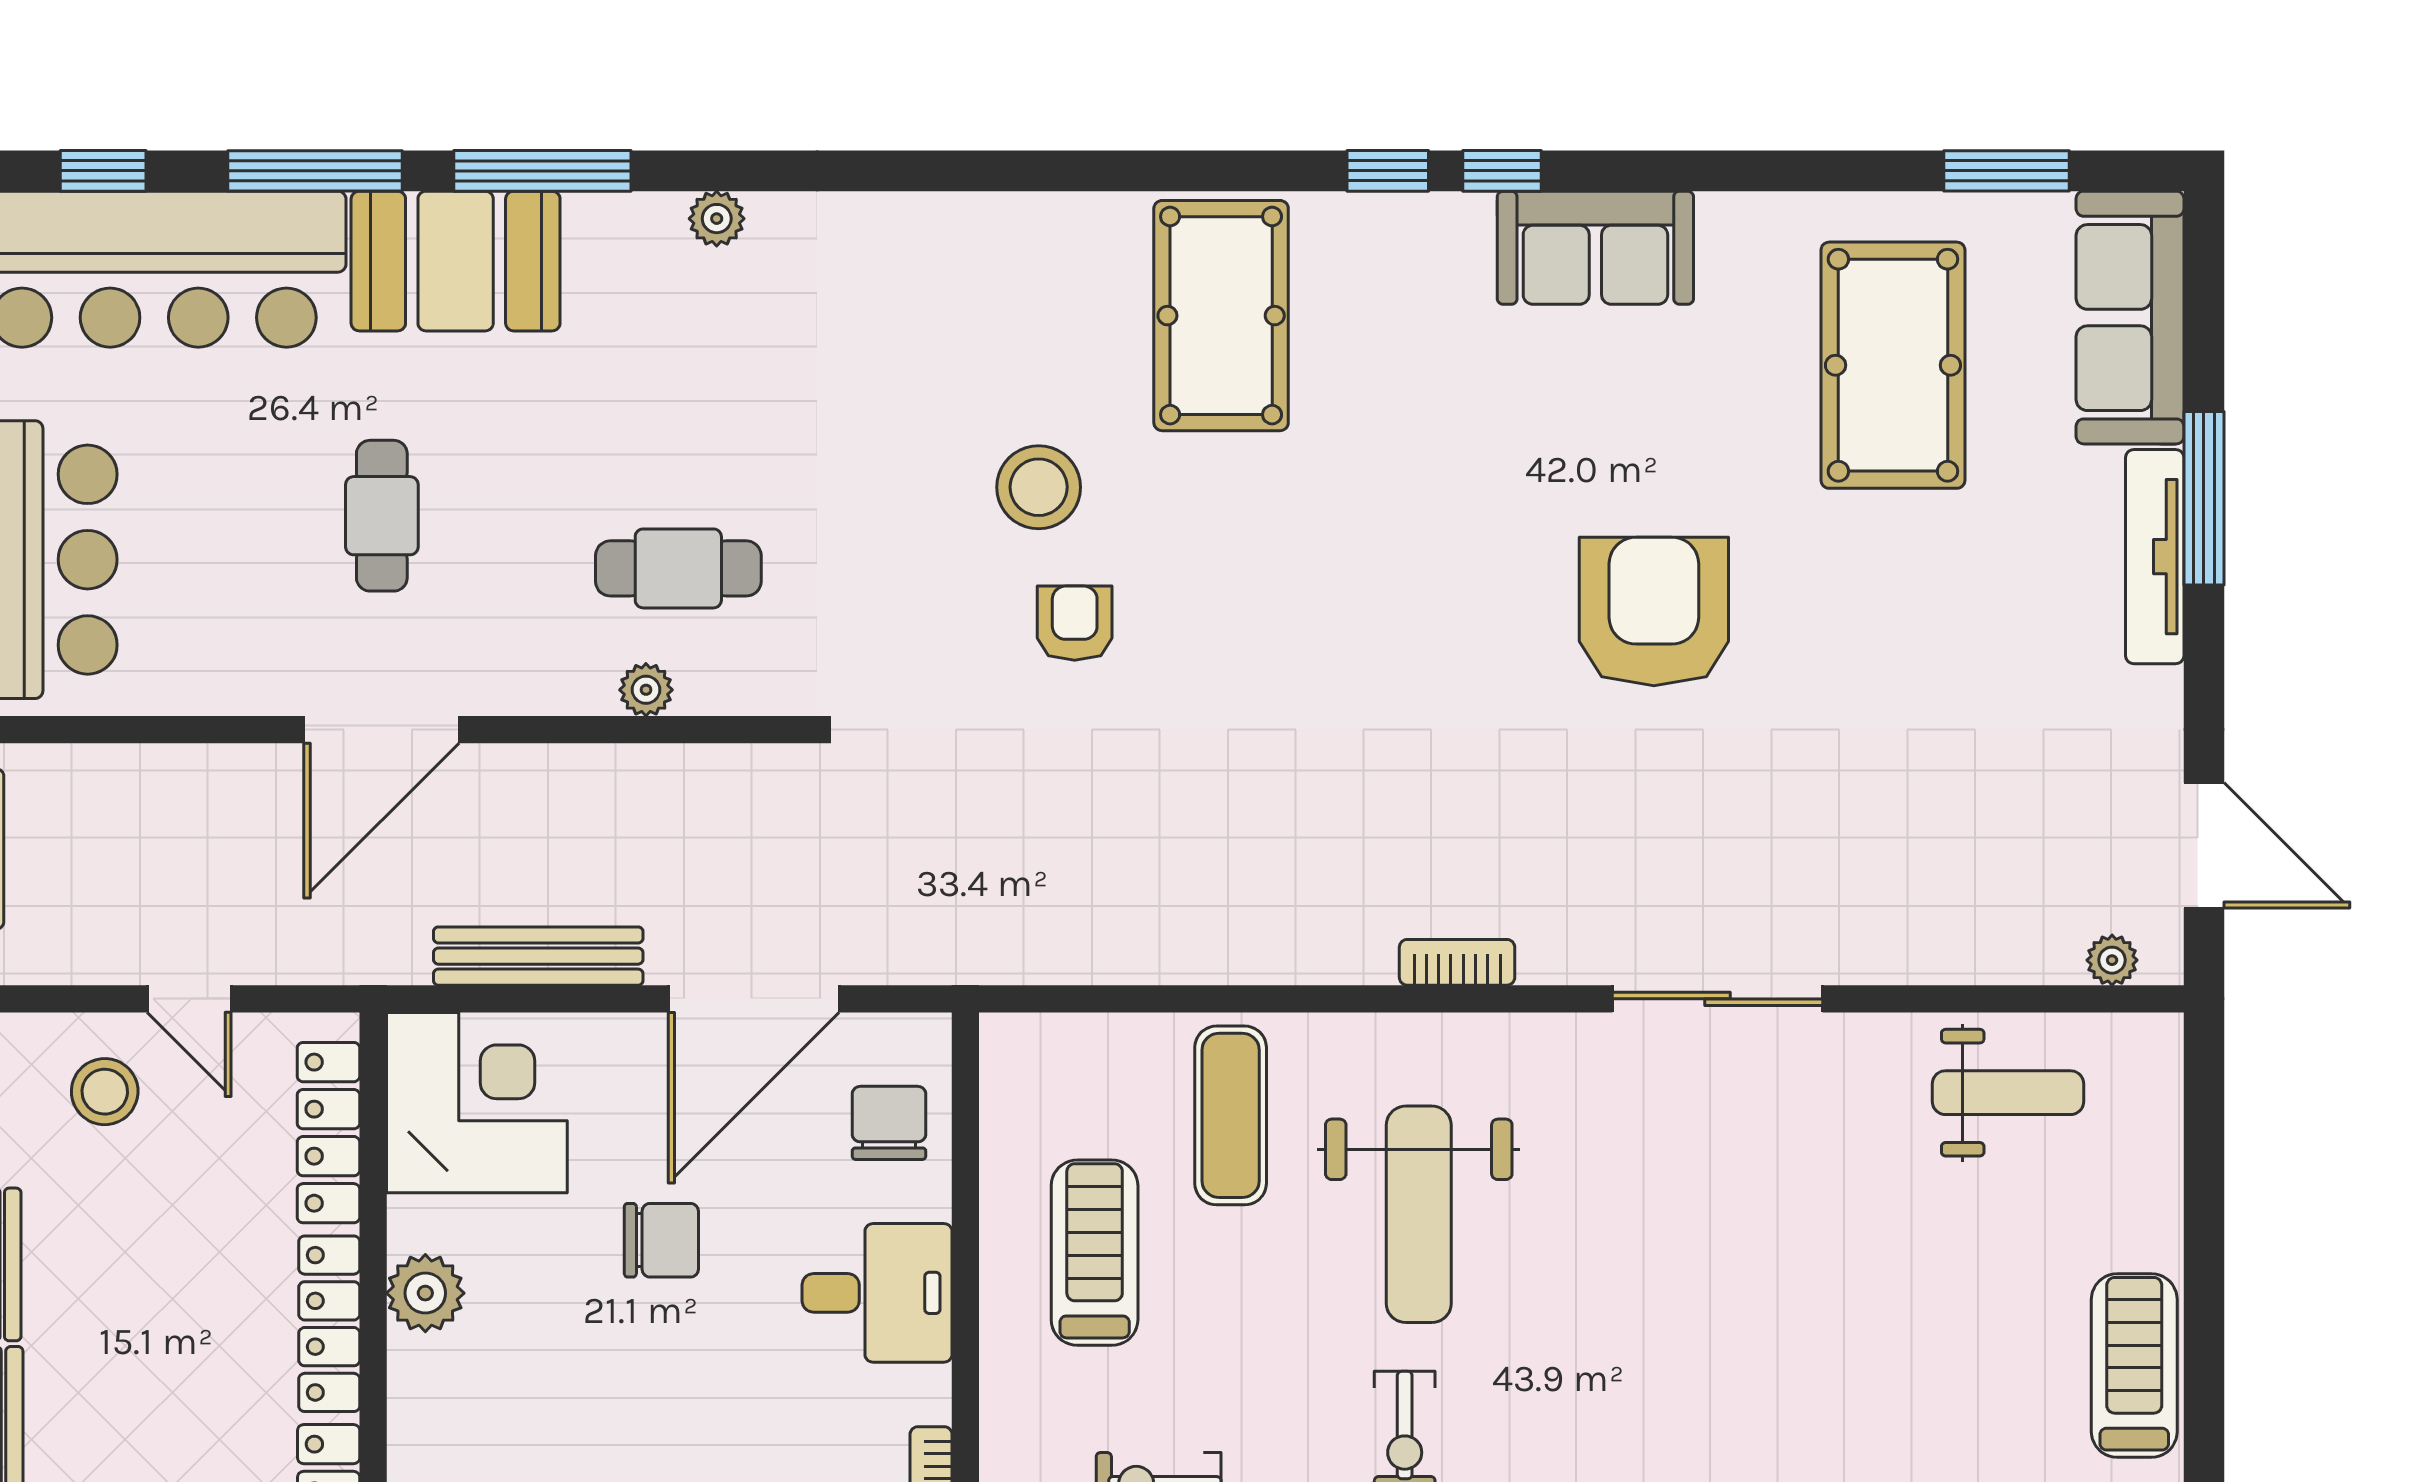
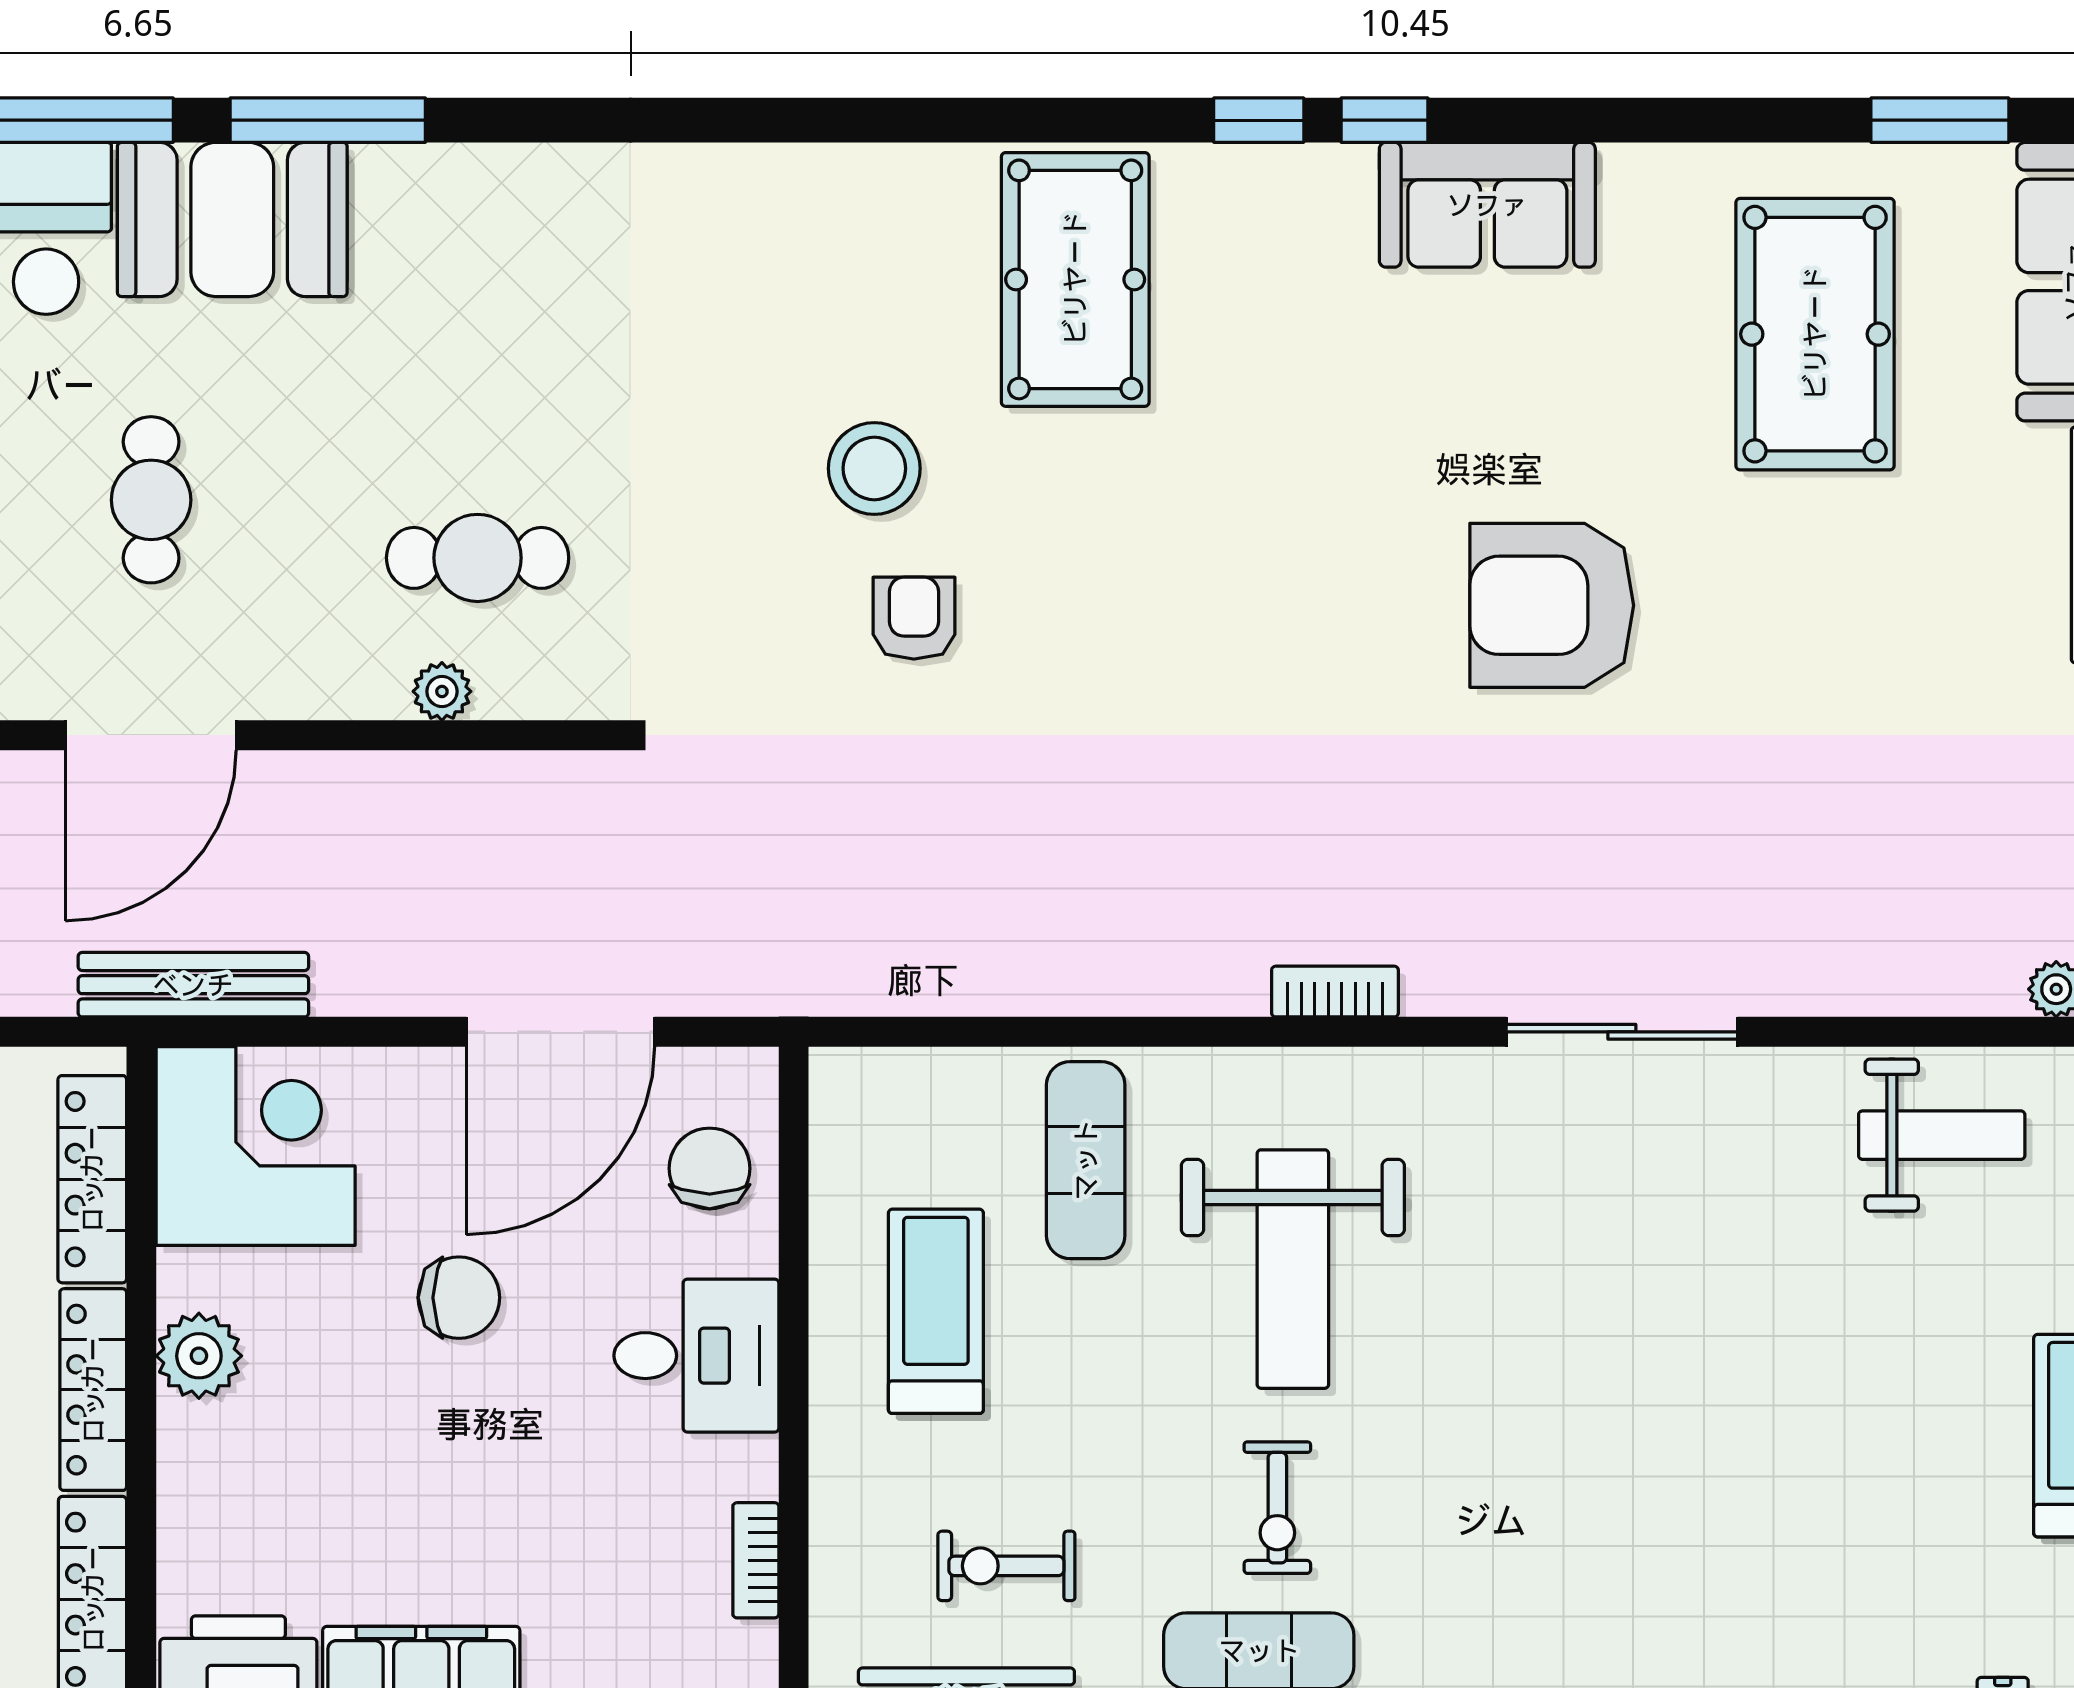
plant: (717, 219) -> (520, 173), removed
armchair: (1654, 611) -> (1552, 605), turned -90
bench: (538, 956) -> (193, 985), moved

